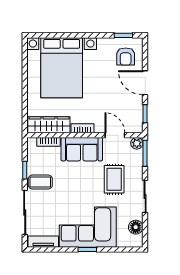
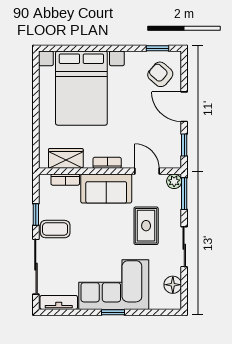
armchair: (126, 56) -> (160, 74), turned 131
wardrobe: (49, 125) -> (66, 158), width x0.67

